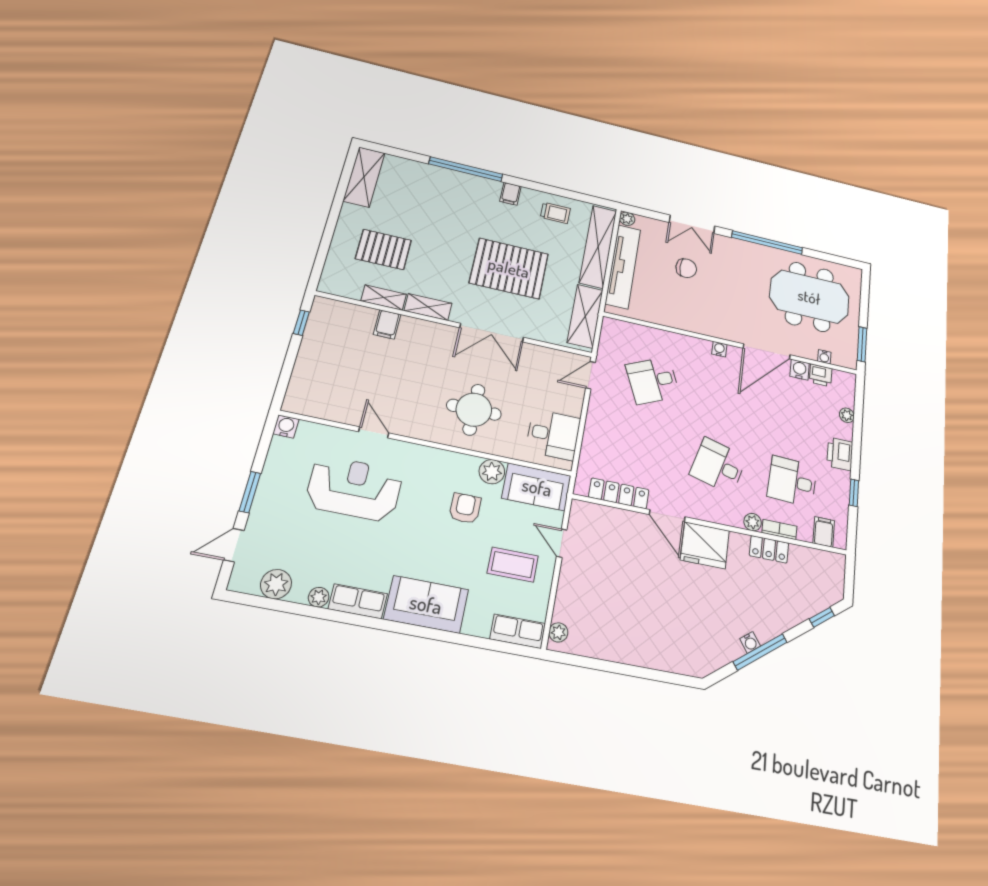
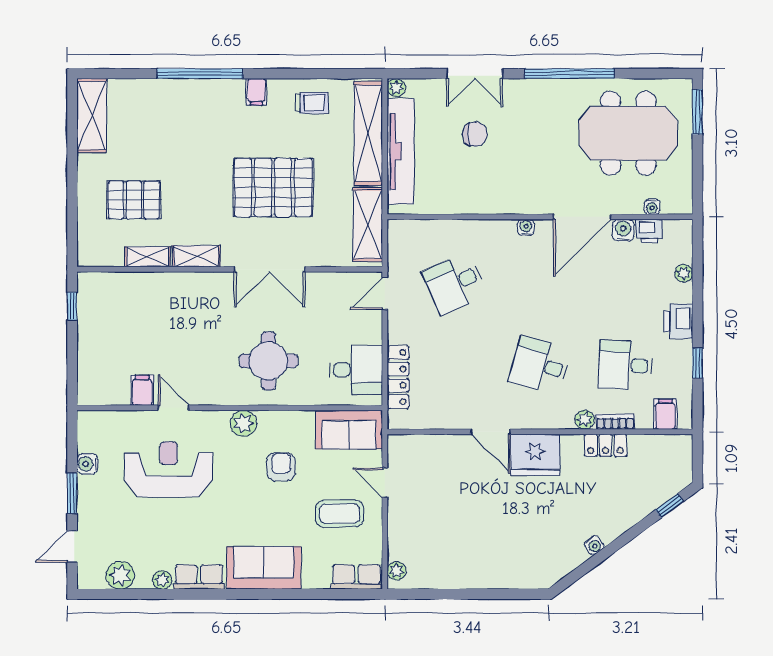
filing cabinet: (387, 324) -> (142, 390), moved, turned 180
window: (862, 344) -> (697, 112), moved
water cooler: (286, 426) -> (87, 464), moved, turned -90
plant: (492, 472) -> (243, 423), moved
locker: (619, 493) -> (398, 377), moved, turned 90
window: (760, 652) -> (606, 553), removed

